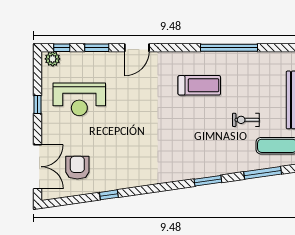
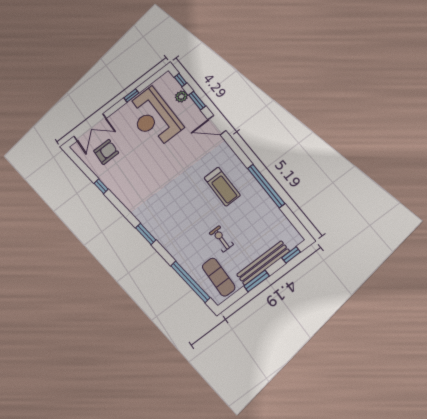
plant: (53, 59) -> (181, 96), moved
reception desk: (79, 99) -> (153, 117), width x1.36, depth x1.30
window: (263, 173) -> (190, 282), width x1.46
window: (208, 181) -> (146, 234), moved

